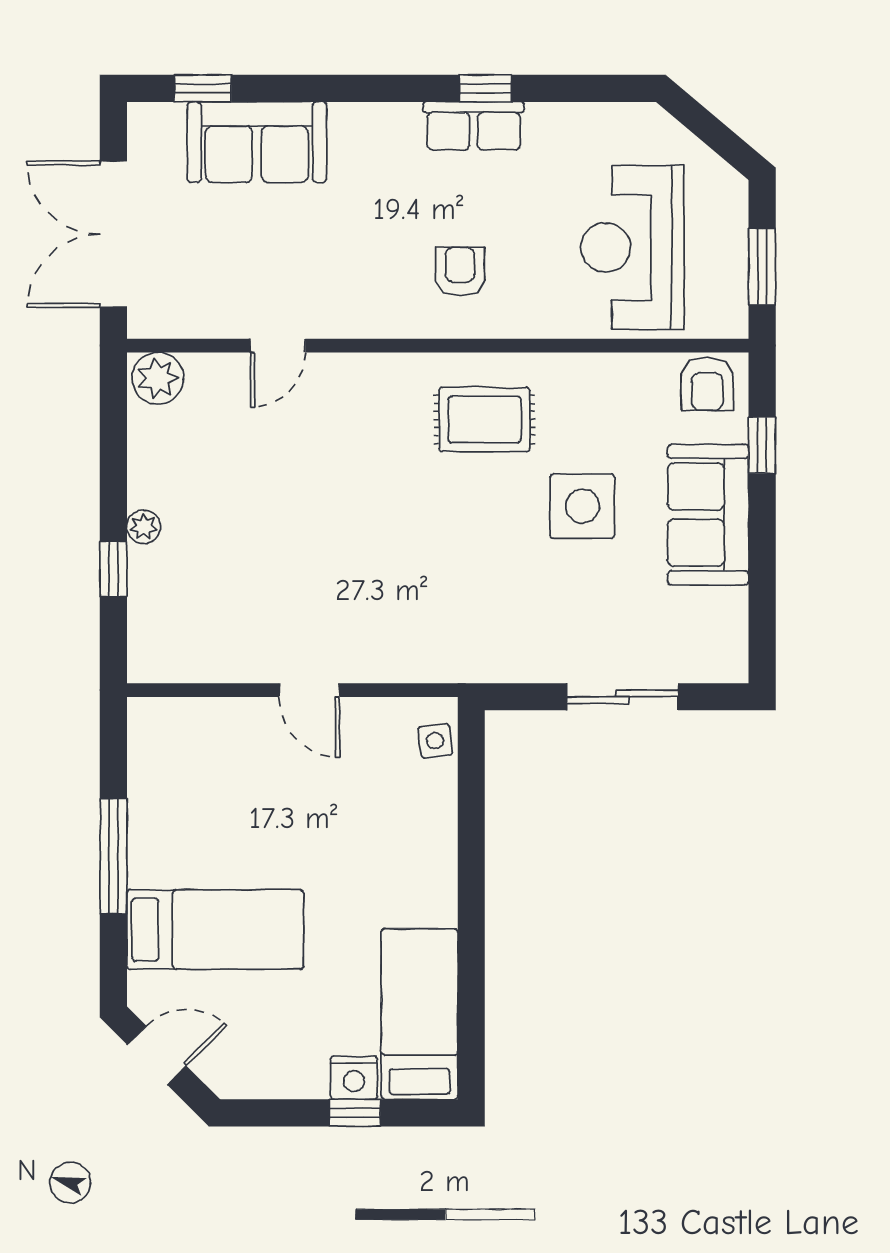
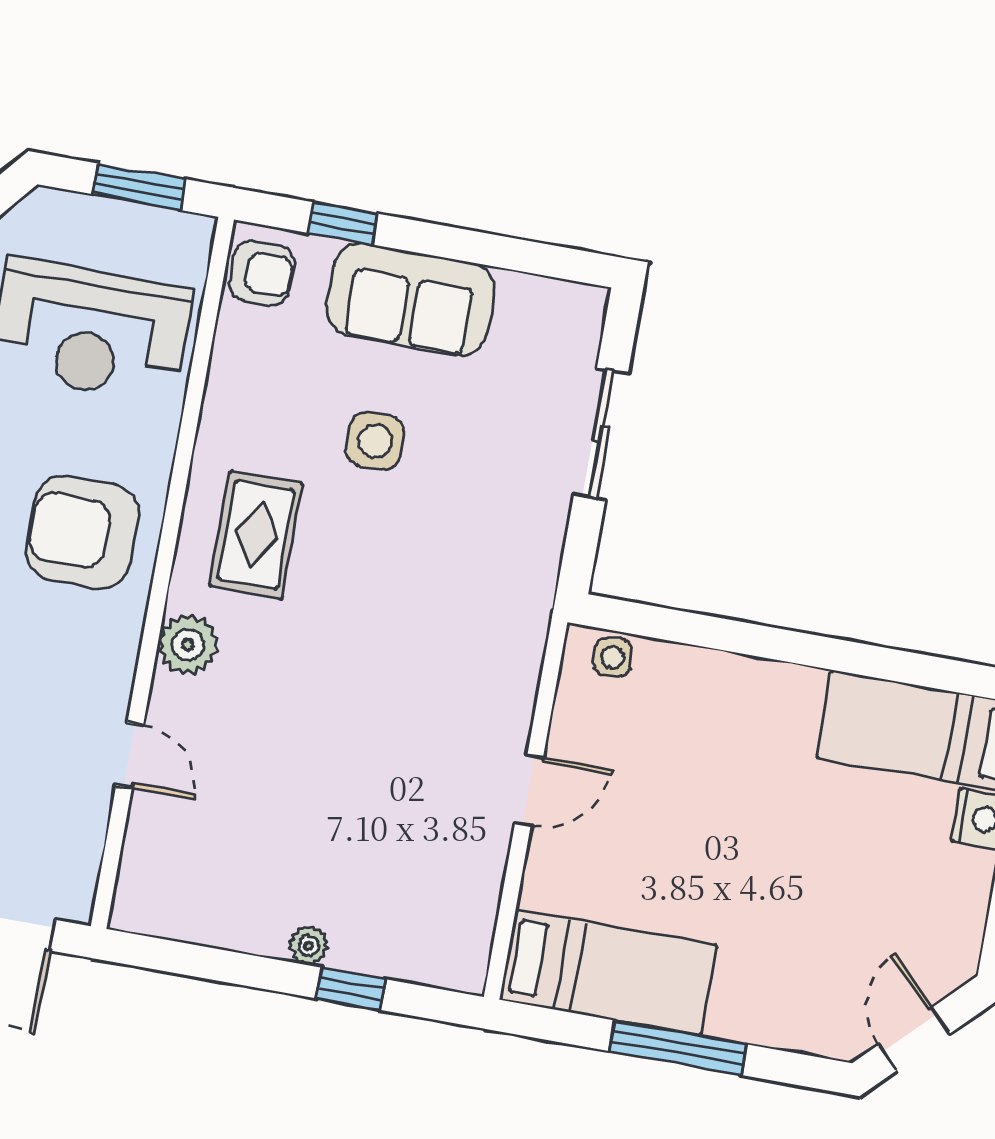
armchair: (460, 271) -> (82, 532), width x1.88, depth x1.88
plant: (158, 378) -> (188, 645), moved
side table: (582, 506) -> (375, 441), width x0.73, depth x0.73
bed: (215, 930) -> (608, 973), moved, turned 90

